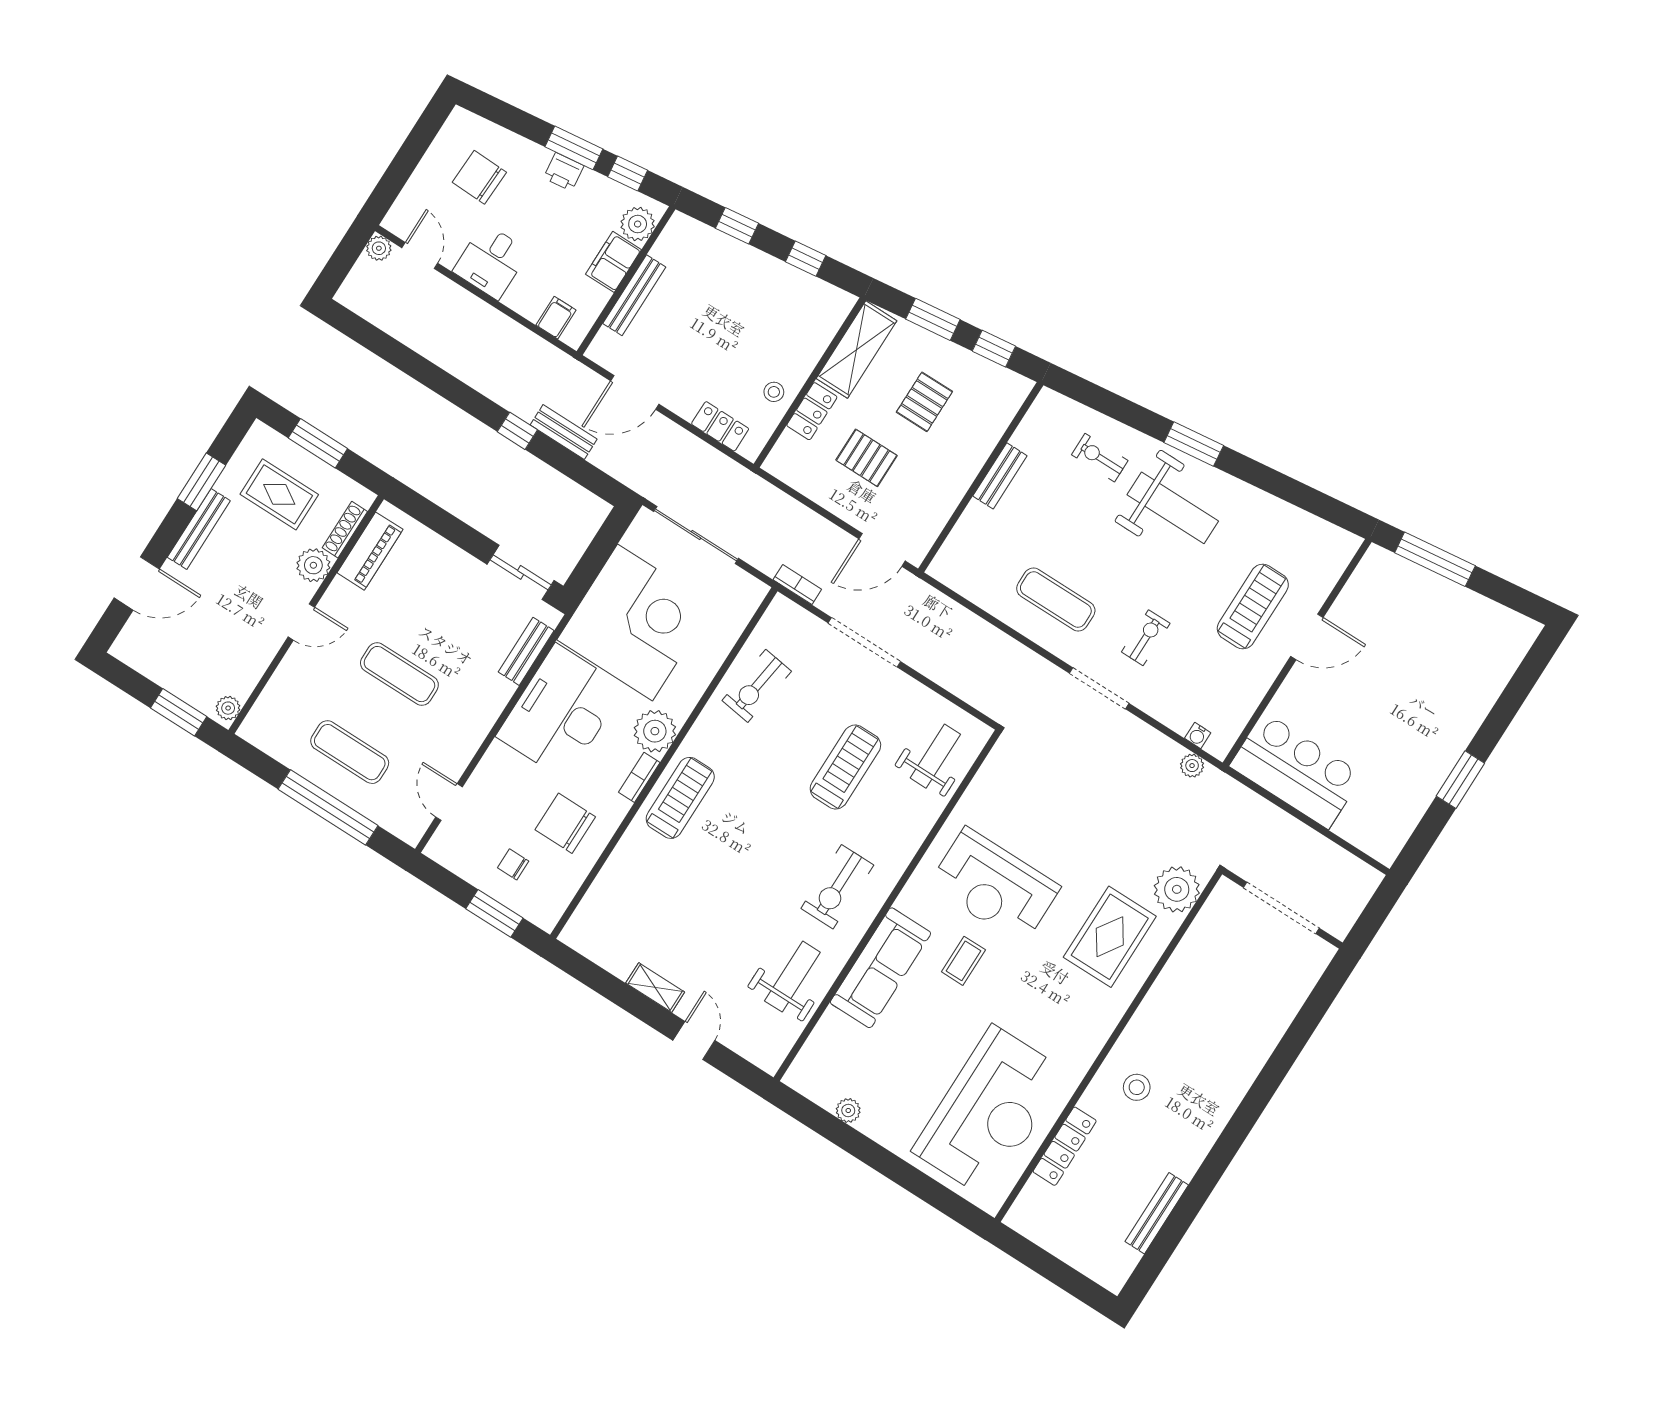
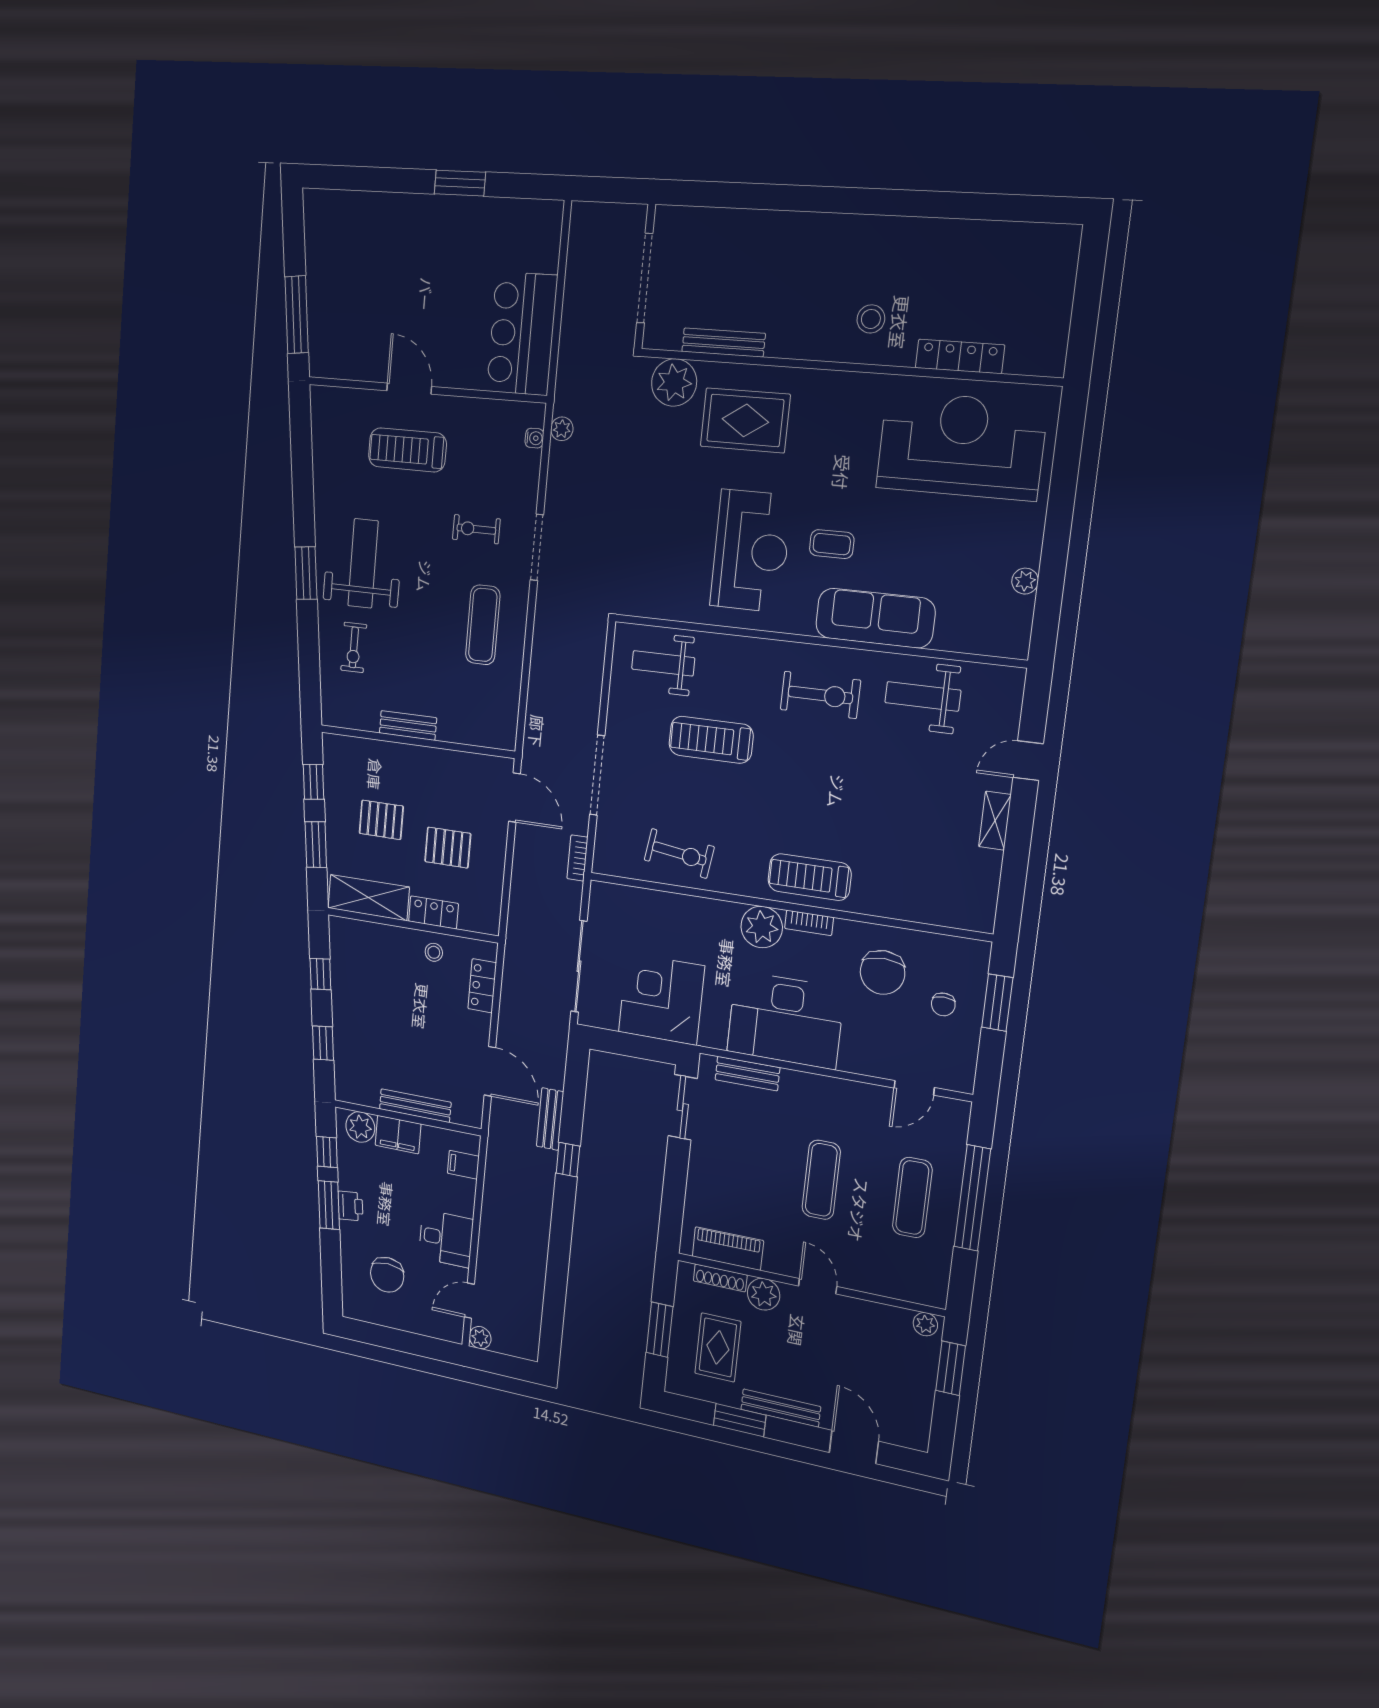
pallet: (867, 458) -> (448, 848), turned 90
corner desk: (635, 622) -> (661, 999), width x0.74, depth x0.74
bench: (1157, 1213) -> (723, 342), moved

